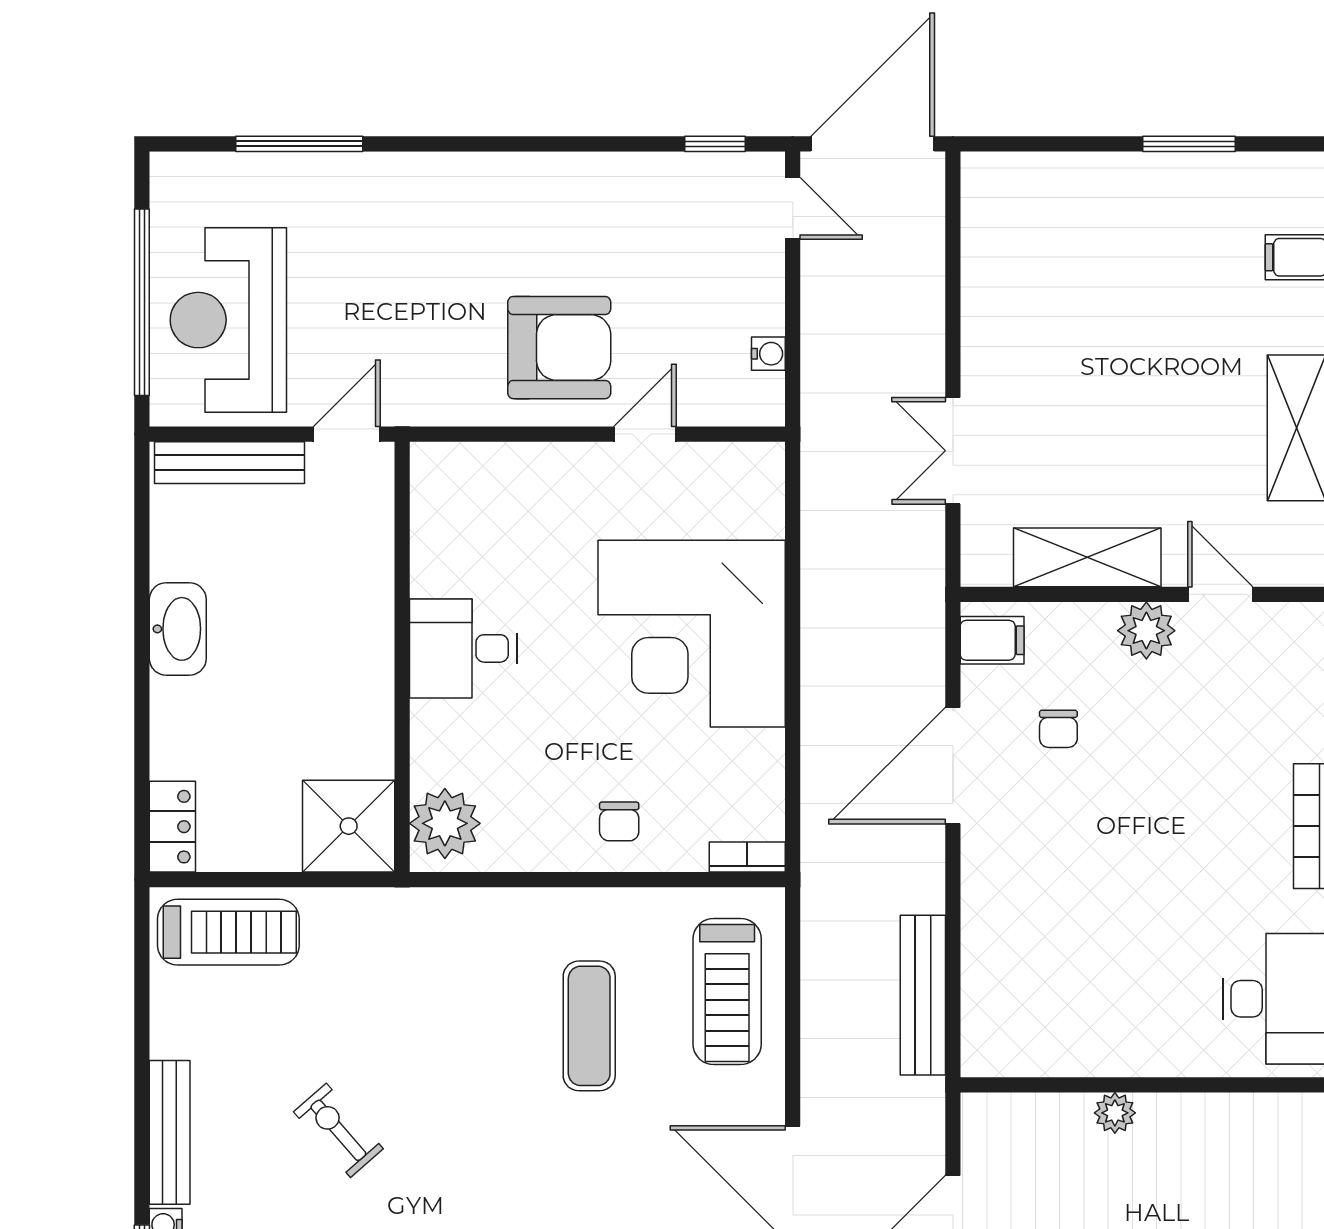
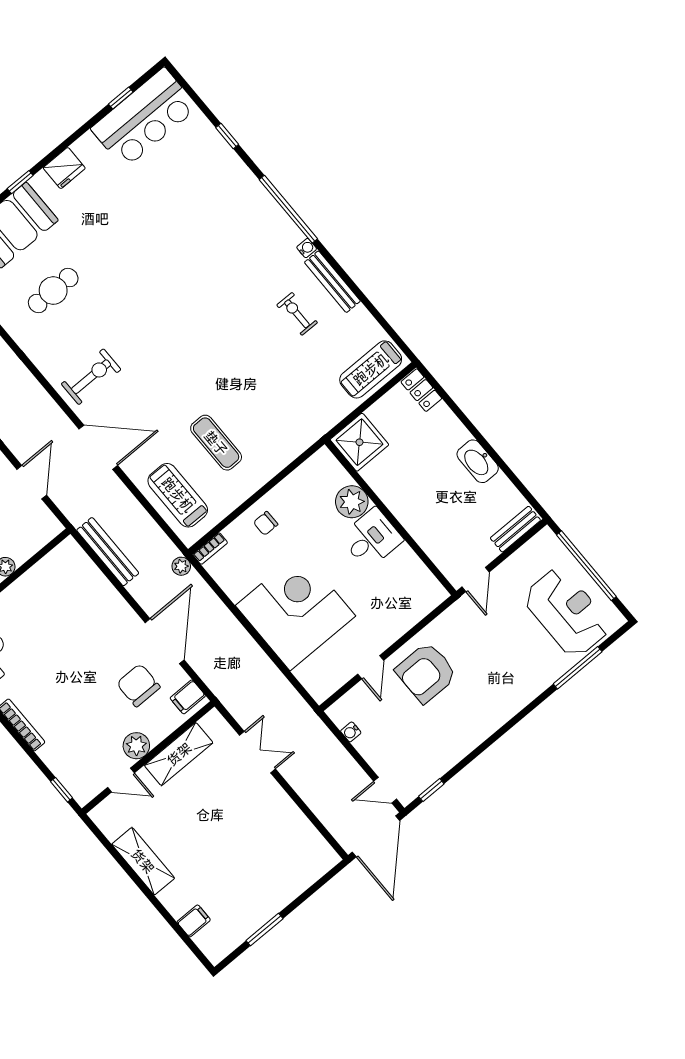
reception desk: (228, 320) -> (567, 612), moved
bench: (229, 463) -> (515, 529), width x0.73
chair: (1058, 729) -> (138, 685), width x1.87, depth x1.87
chair: (619, 821) -> (266, 523), turned -90
plant: (445, 823) -> (352, 502), moved
plant: (820, 868) -> (181, 566), added
exercise bike: (338, 1130) -> (297, 314), moved, turned -139

